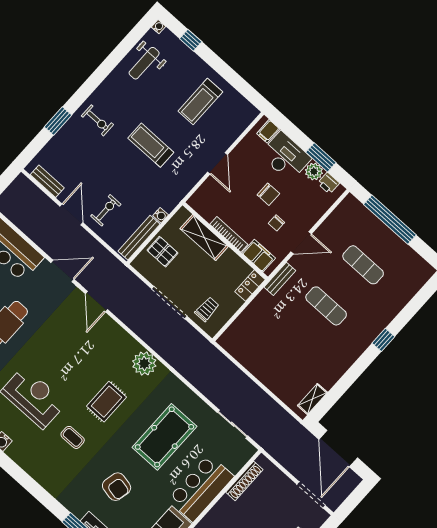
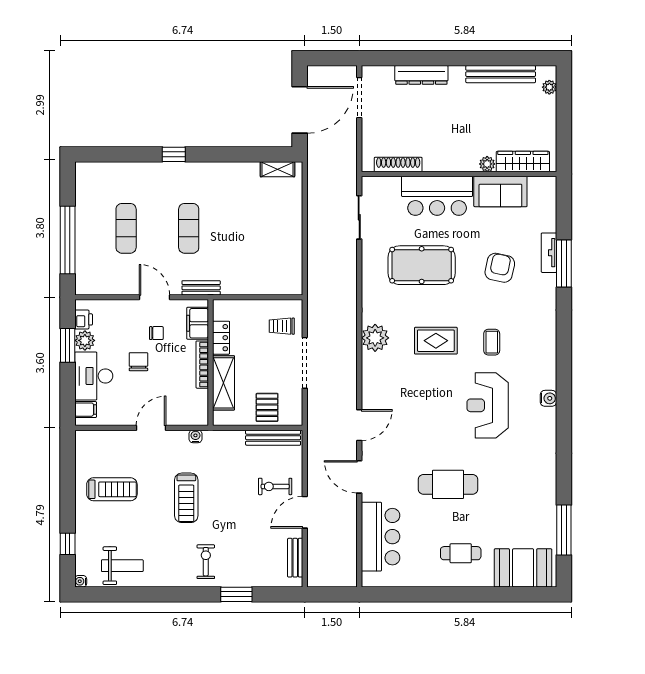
water cooler: (161, 215) -> (195, 436), moved
locker: (250, 286) -> (221, 338), moved, turned -90

